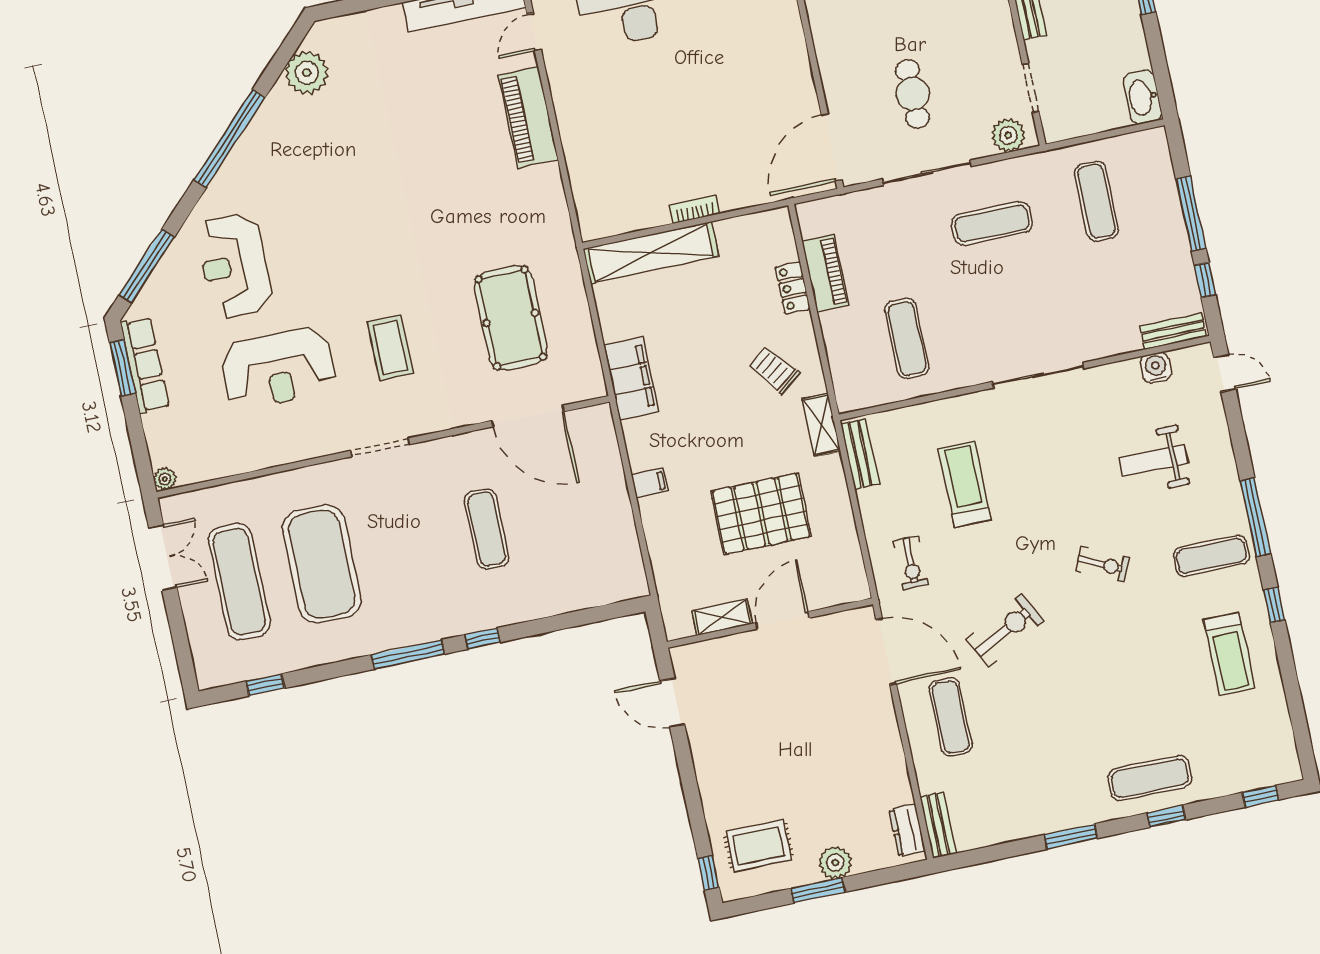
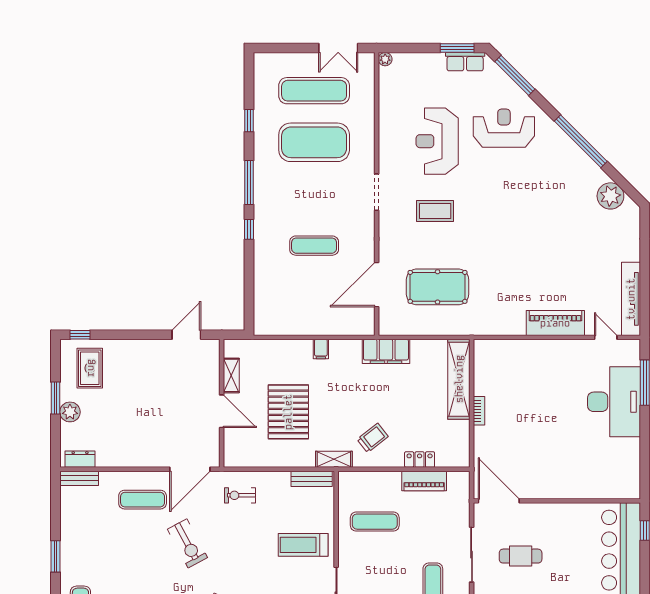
row of seats: (145, 365) -> (465, 62), width x0.68
treadmill: (965, 484) -> (303, 545), moved, turned 180
window: (265, 685) -> (249, 121), moved

